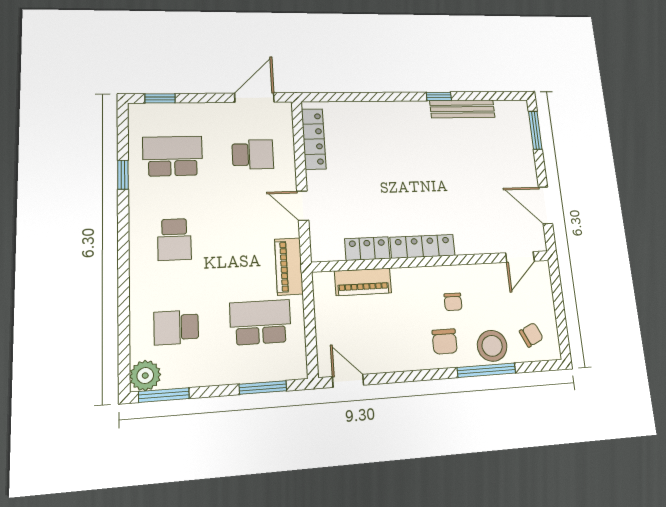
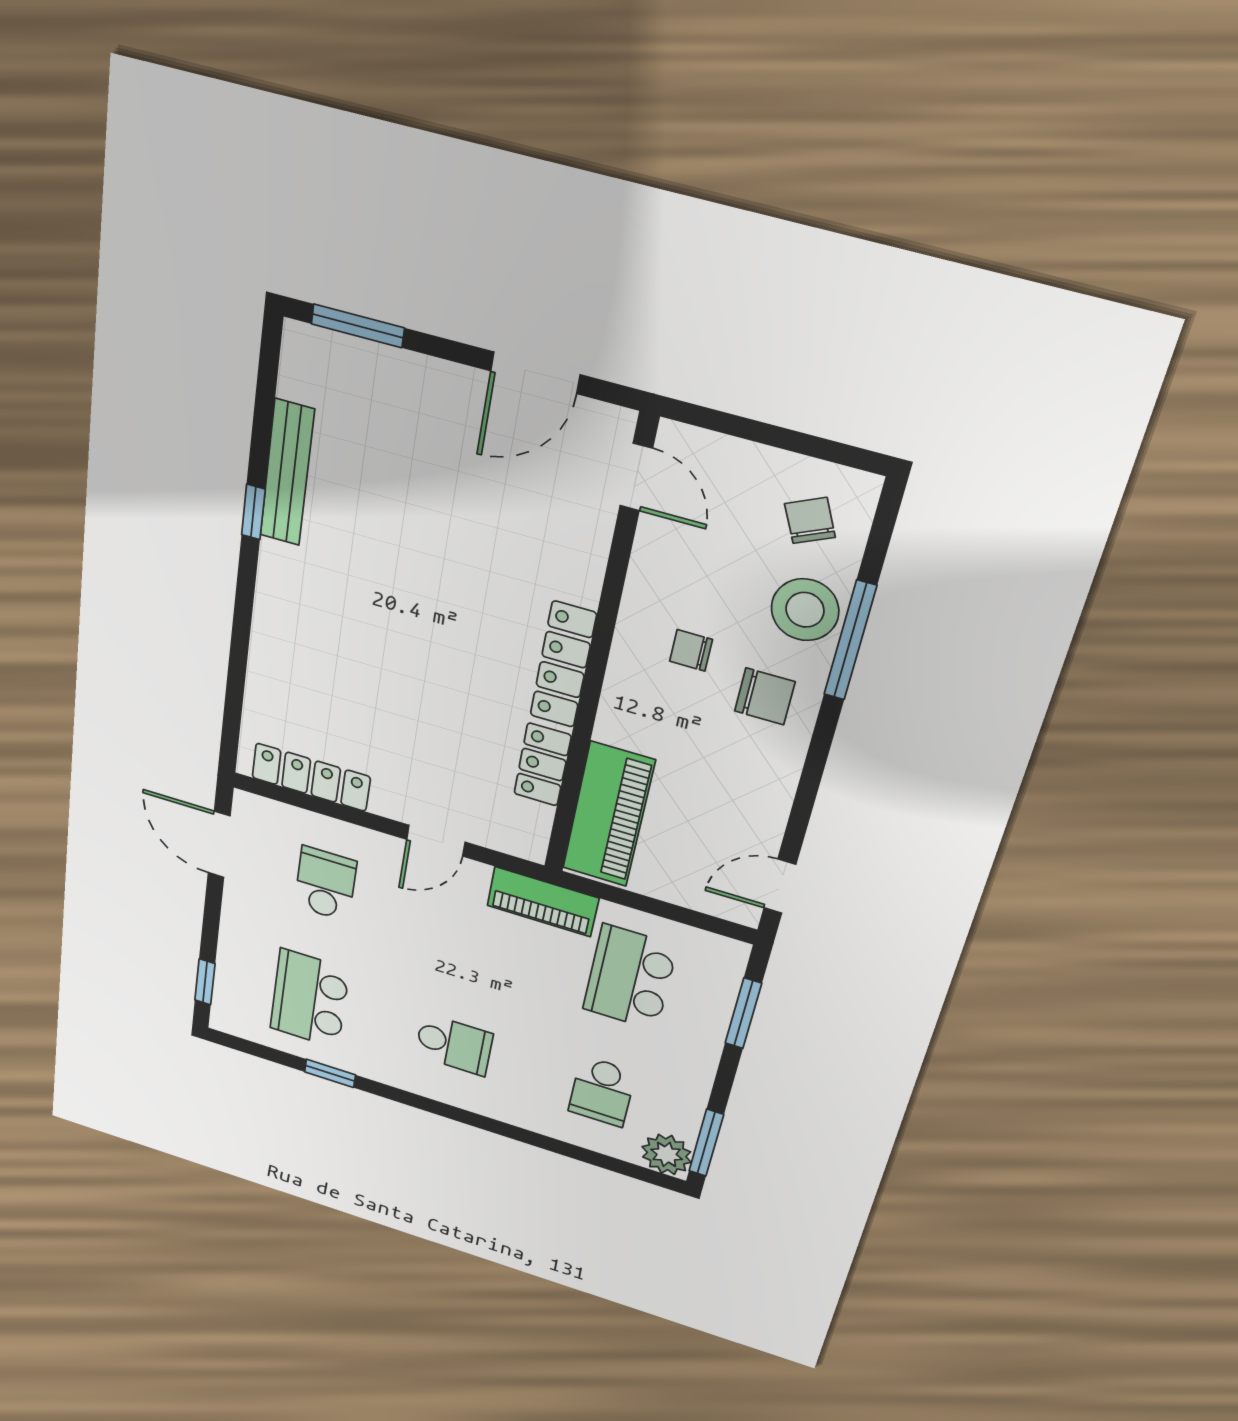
piano: (363, 282) -> (608, 815), width x1.37, depth x1.33
chair: (453, 302) -> (691, 650), turned 180

